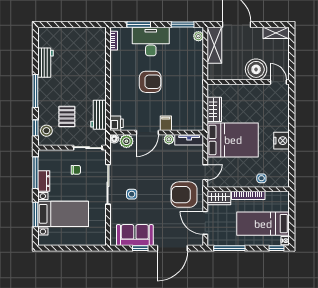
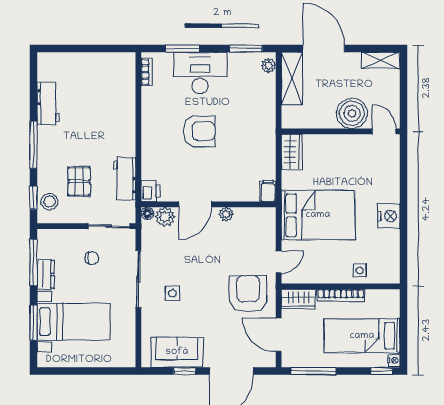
wardrobe: (214, 109) -> (292, 152), moved
filing cabinet: (166, 123) -> (268, 191), moved
tv unit: (189, 140) -> (255, 215), removed
armchair: (184, 195) -> (248, 294), turned 90

